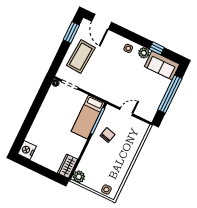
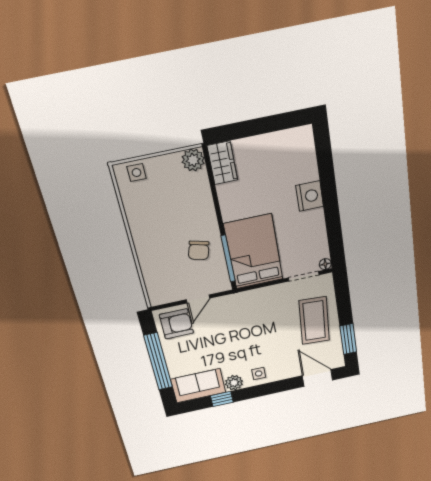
armchair: (146, 107) -> (176, 324), added
bed: (88, 117) -> (254, 252), width x1.50
nightstand: (27, 150) -> (310, 196), moved

